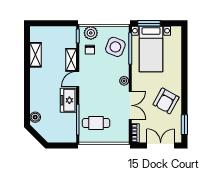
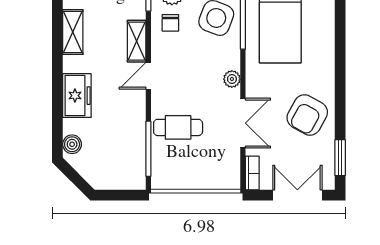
freezer: (68, 100) -> (77, 96), moved, turned 180
cafe table: (96, 123) -> (178, 127), moved

